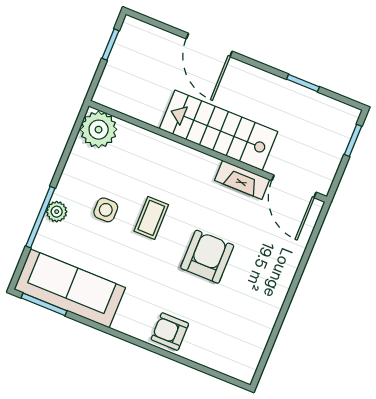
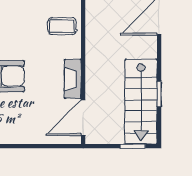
stairs: (218, 130) -> (141, 102), moved, turned 180
coffee table: (151, 218) -> (62, 26), moved

